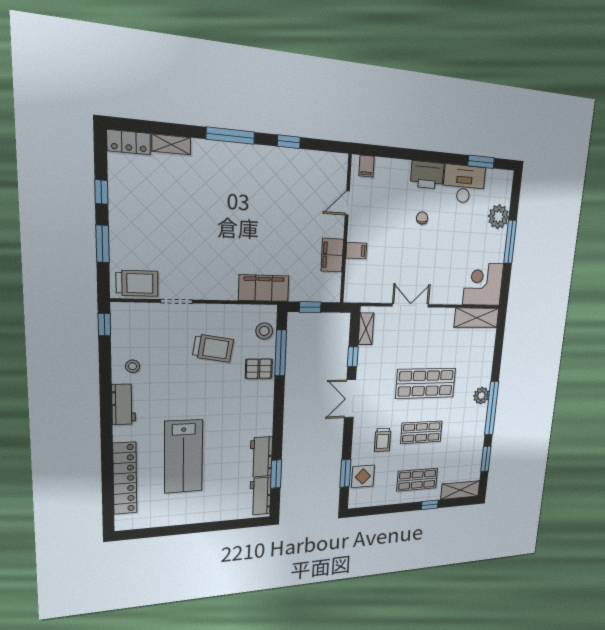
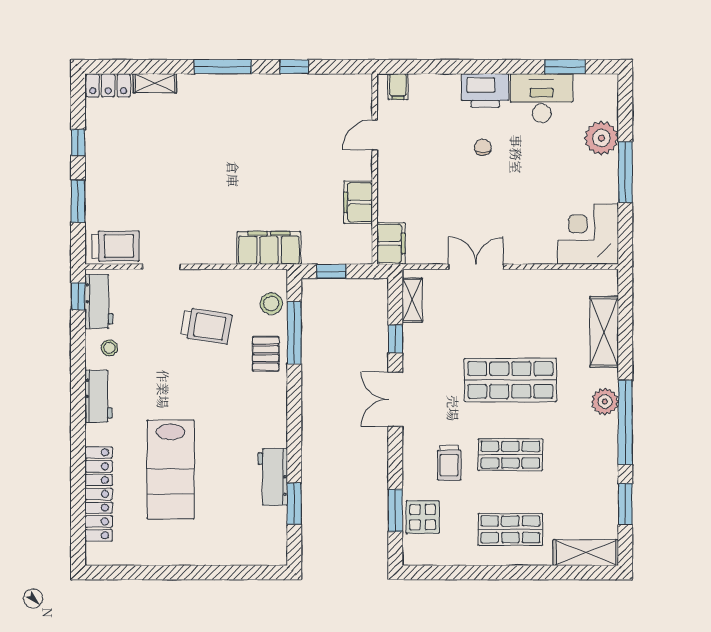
filing cabinet: (356, 251) -> (391, 243), moved, width x2.00
shelving: (477, 318) -> (604, 332), moved, turned 90
pallet: (259, 369) -> (266, 354), turned 90
workbench: (260, 496) -> (99, 301), moved, turned 180
window: (430, 505) -> (535, 573), removed

